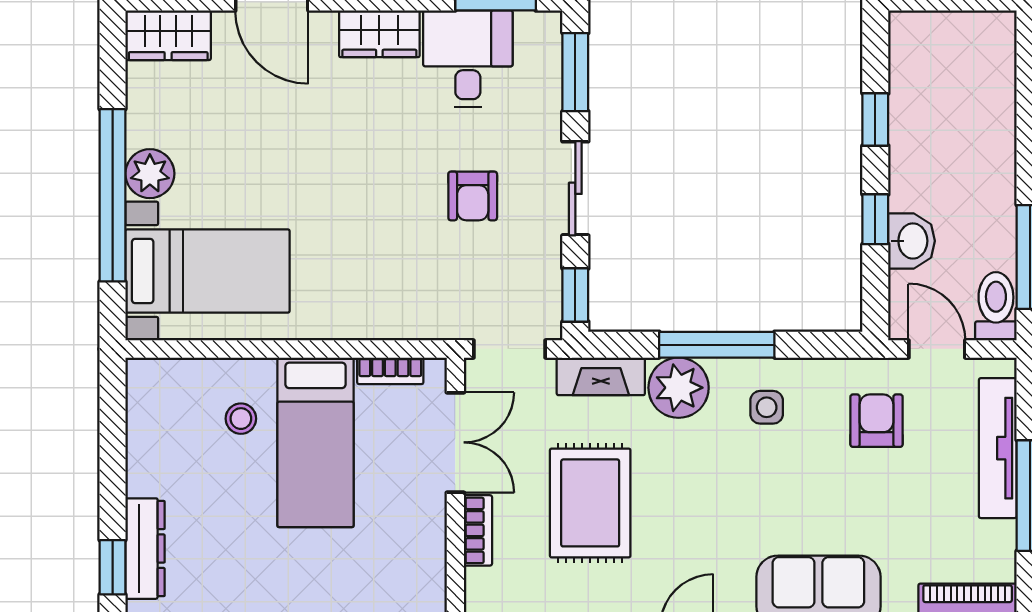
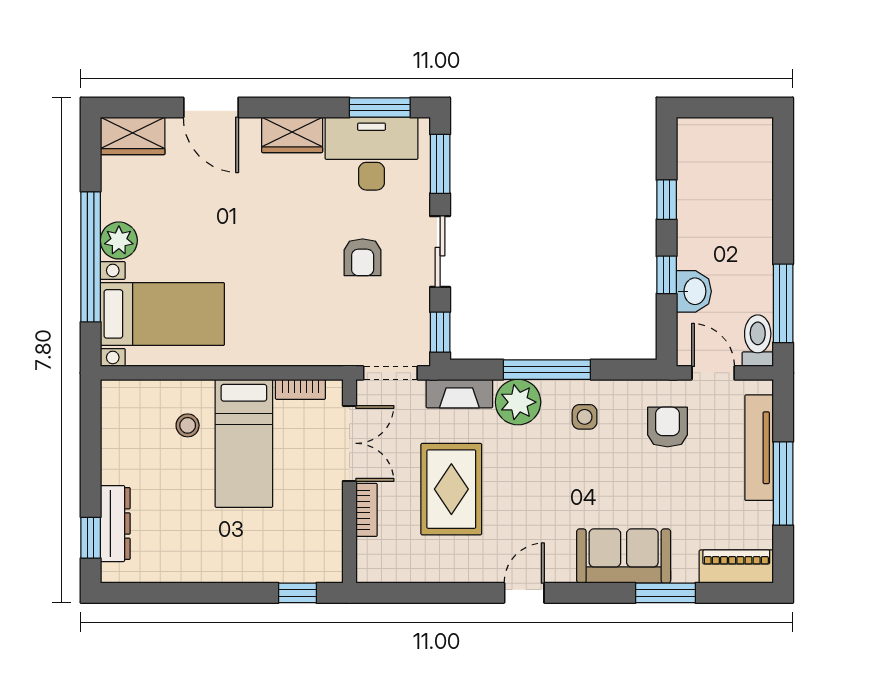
desk: (468, 59) -> (371, 154), width x1.37

